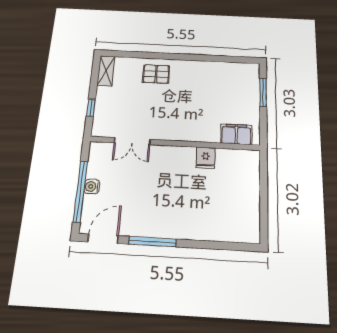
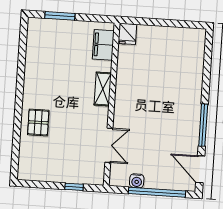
shelving: (106, 71) -> (103, 89), moved, turned 90
fridge: (206, 158) -> (127, 34), moved, turned 90
water cooler: (92, 186) -> (137, 181), moved

